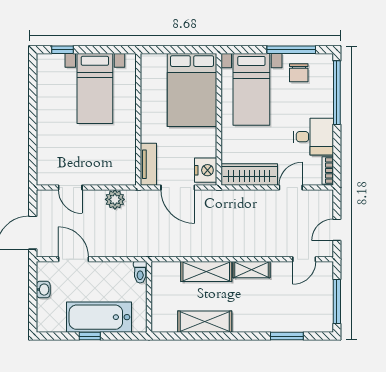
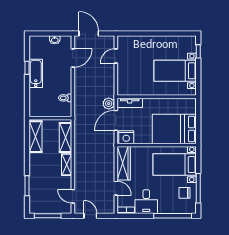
plant: (115, 199) -> (109, 104), moved
wall: (149, 297) -> (50, 118), moved
bathtub: (99, 317) -> (36, 73), width x0.73, depth x0.73

